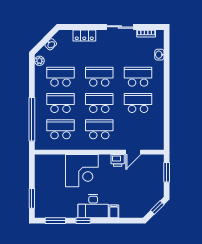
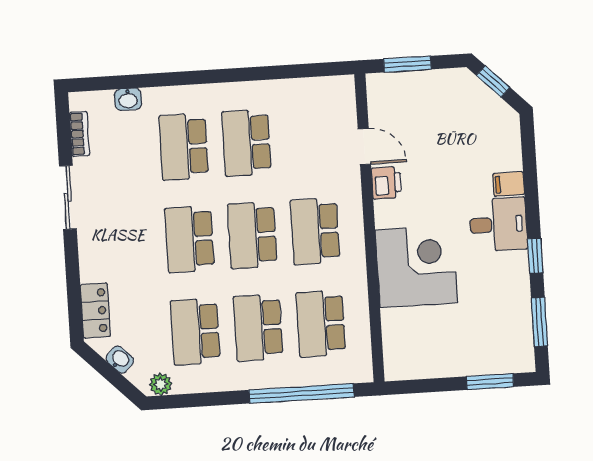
locker: (84, 35) -> (95, 311), moved
desk: (93, 206) -> (498, 224), width x0.73

